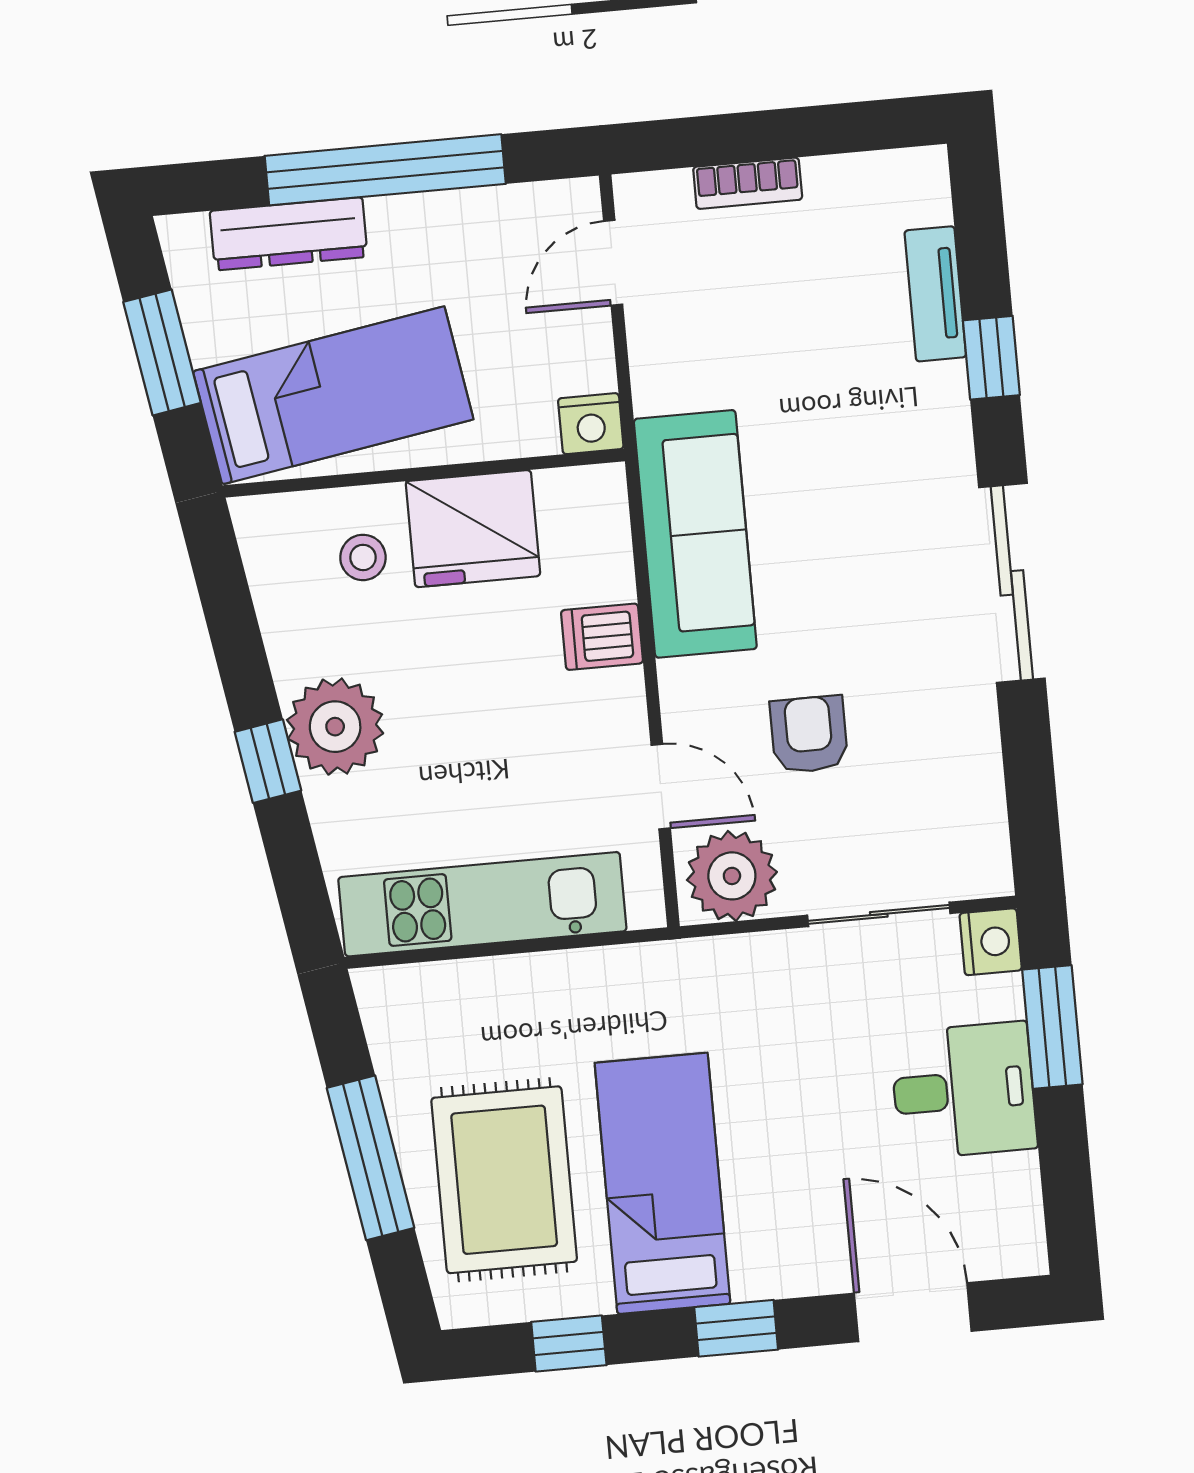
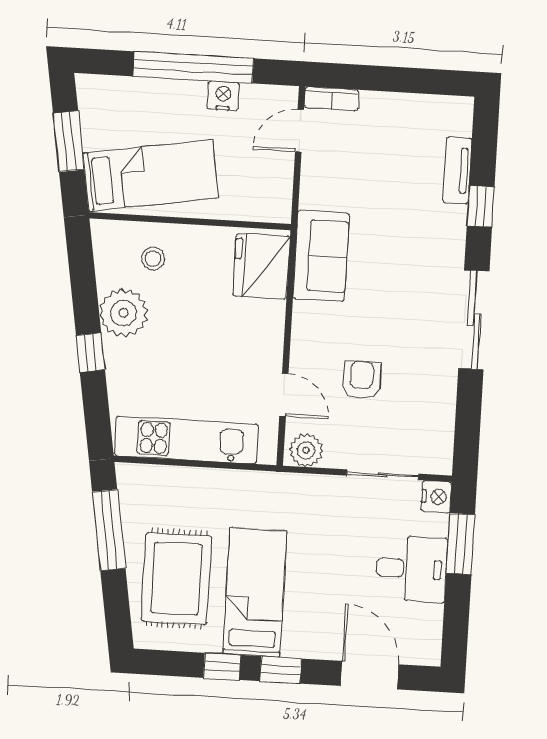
bookcase: (748, 183) -> (331, 99), moved
dresser: (289, 234) -> (140, 92), removed
nightstand: (591, 424) -> (223, 96), moved, turned 180
fridge: (473, 529) -> (262, 266), moved, turned 90
sofa: (695, 534) -> (321, 256), width x0.73
dishwasher: (602, 637) -> (266, 316), removed
plant: (335, 727) -> (124, 313), moved
plant: (732, 876) -> (306, 450), width x0.73, depth x0.73
window: (371, 1158) -> (109, 530), moved
window: (569, 1344) -> (222, 666), moved

